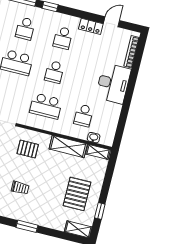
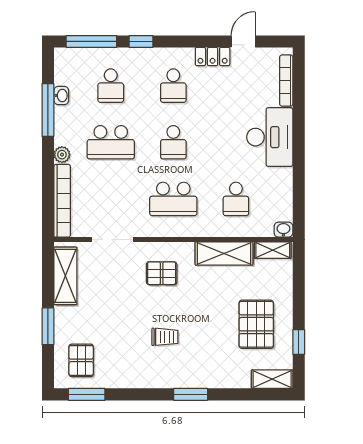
washbasin: (94, 138) -> (283, 230), moved

